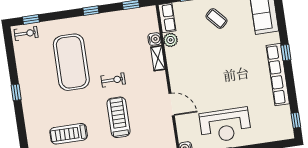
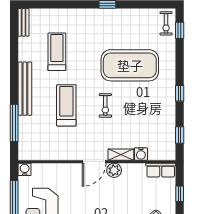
plant: (171, 40) -> (114, 170), moved
door: (172, 104) -> (94, 162), moved
treadmill: (118, 117) -> (66, 105), turned -90

